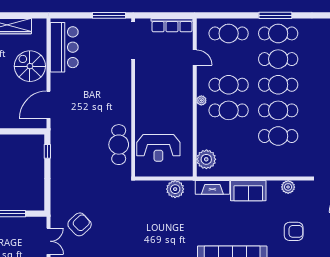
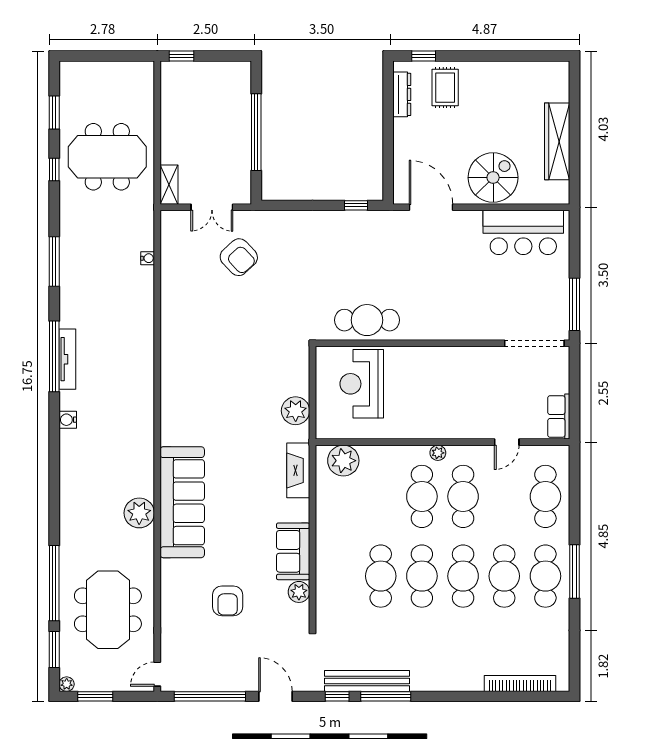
row of seats: (172, 25) -> (559, 416), width x0.68
sofa: (248, 191) -> (293, 551), moved

